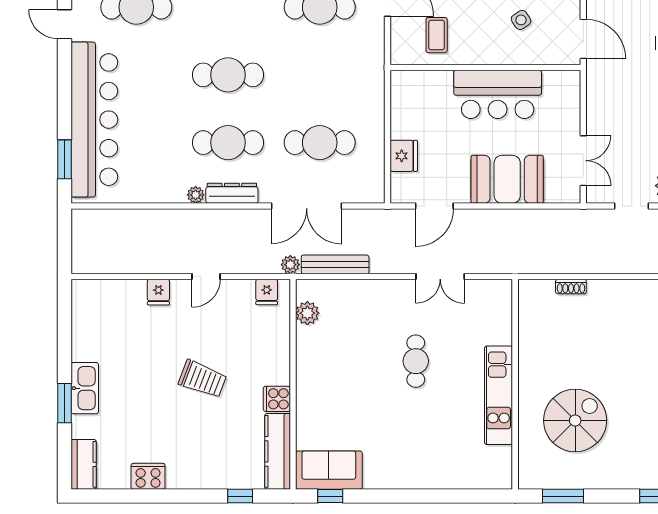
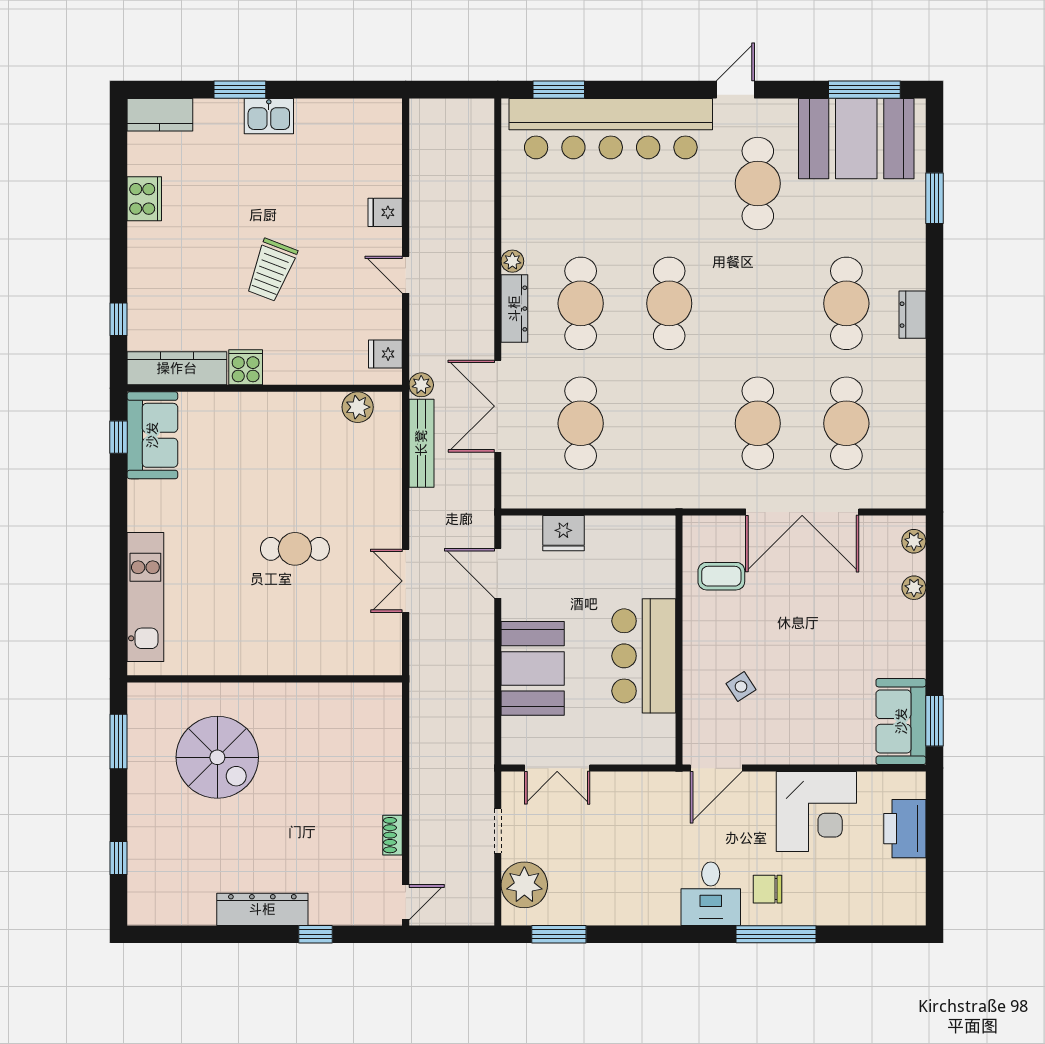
shoe rack: (571, 286) -> (393, 835), moved
kitchen sink: (85, 388) -> (269, 116), width x0.73
kitchen unit: (499, 395) -> (145, 597), moved, turned 90

